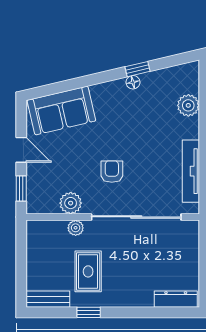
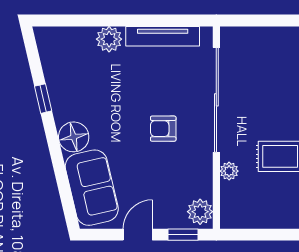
floor lamp: (133, 82) -> (74, 137), moved, width x1.89, depth x1.89
plant: (188, 105) -> (109, 39), moved
plant: (71, 203) -> (200, 212), moved

